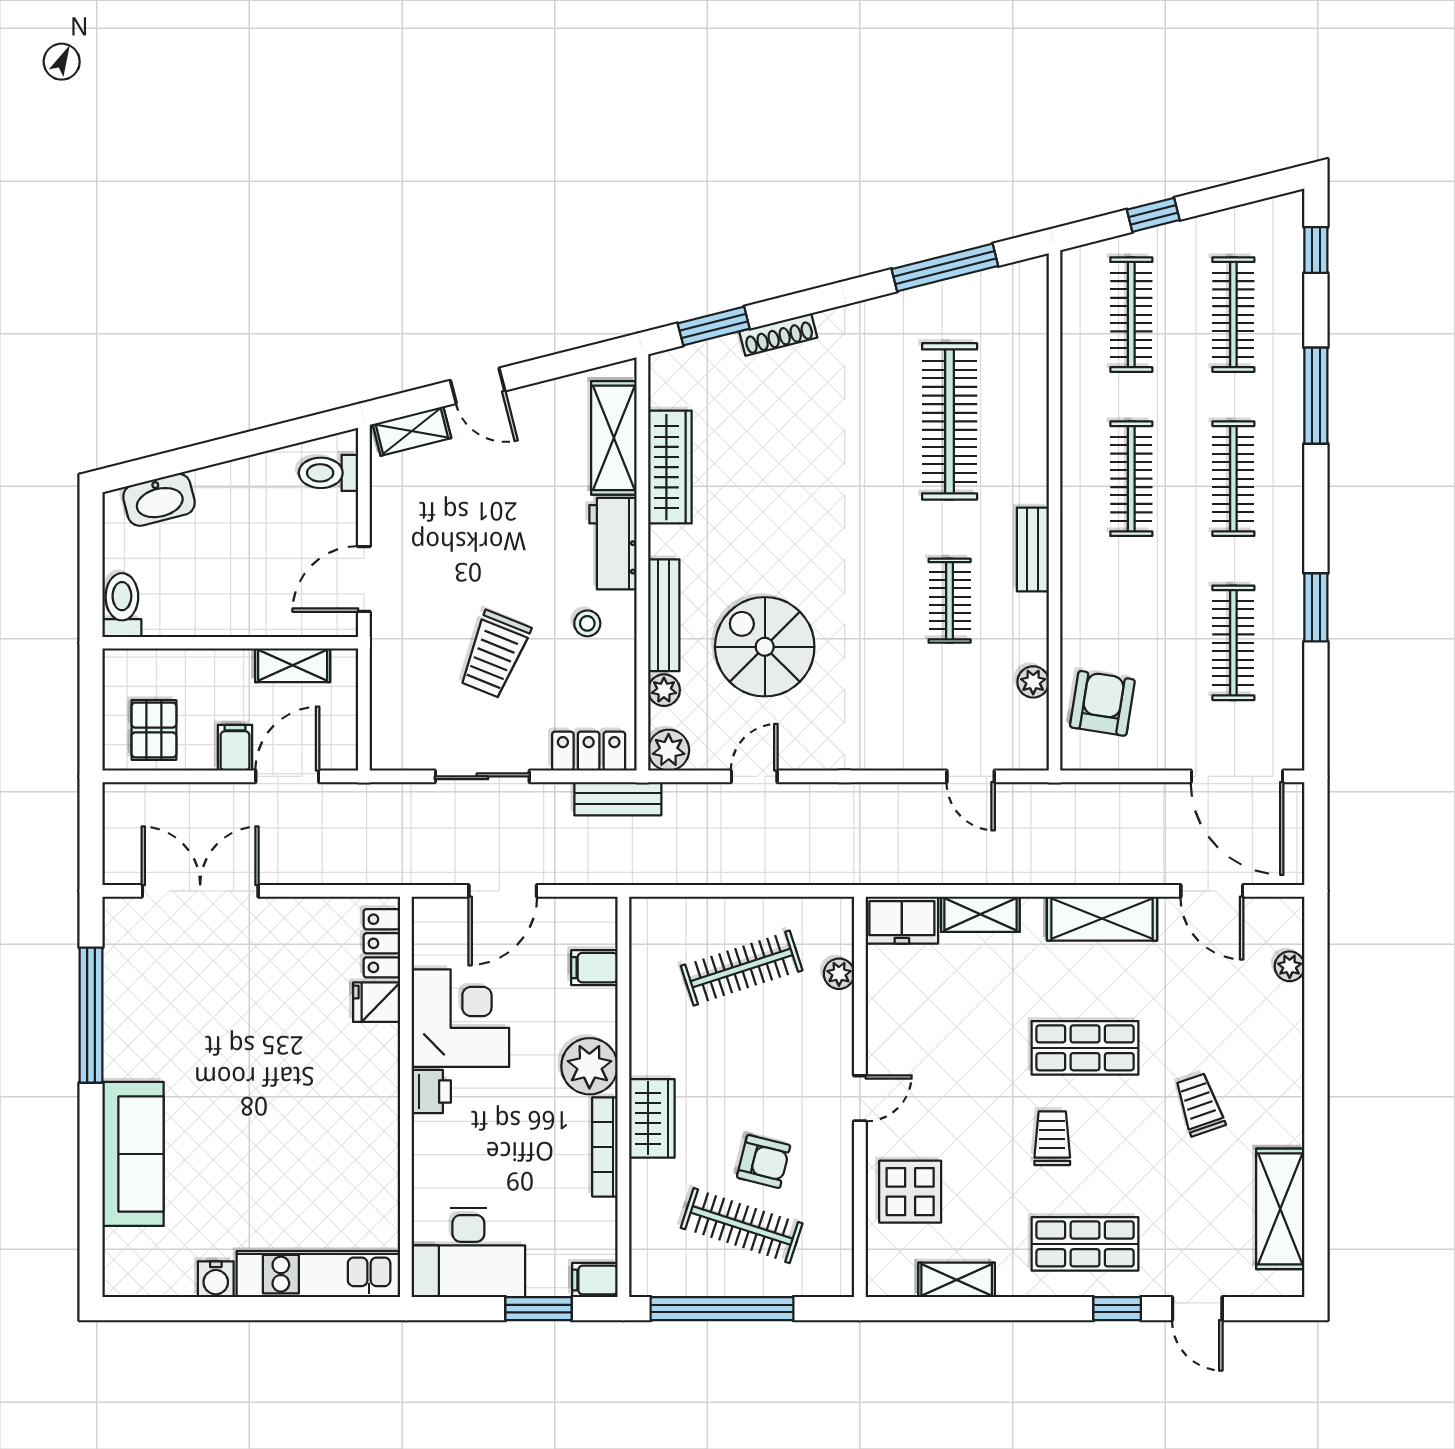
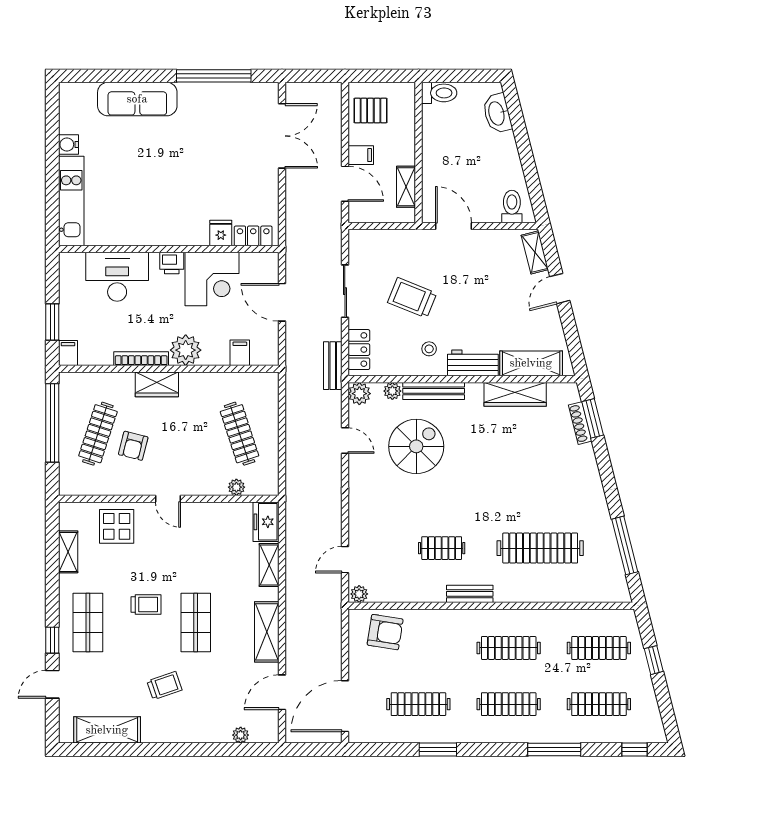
shoe rack: (778, 334) -> (580, 423), moved
plant: (1033, 682) -> (359, 594), moved
desk: (468, 1253) -> (117, 277), moved, turned 90

